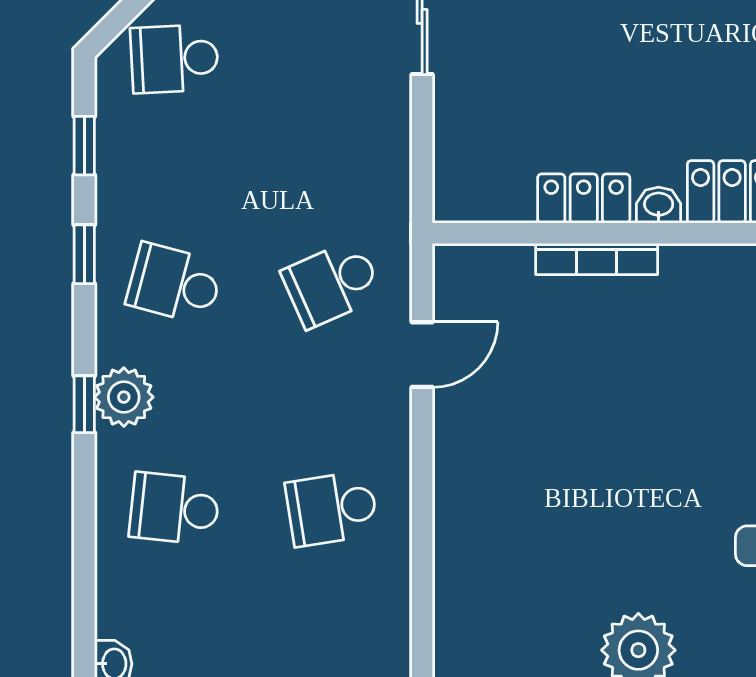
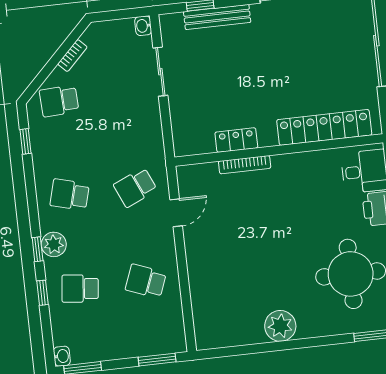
washbasin: (659, 205) -> (268, 139), removed
window: (84, 254) -> (42, 293), moved
school desk: (332, 509) -> (146, 281), turned 30

